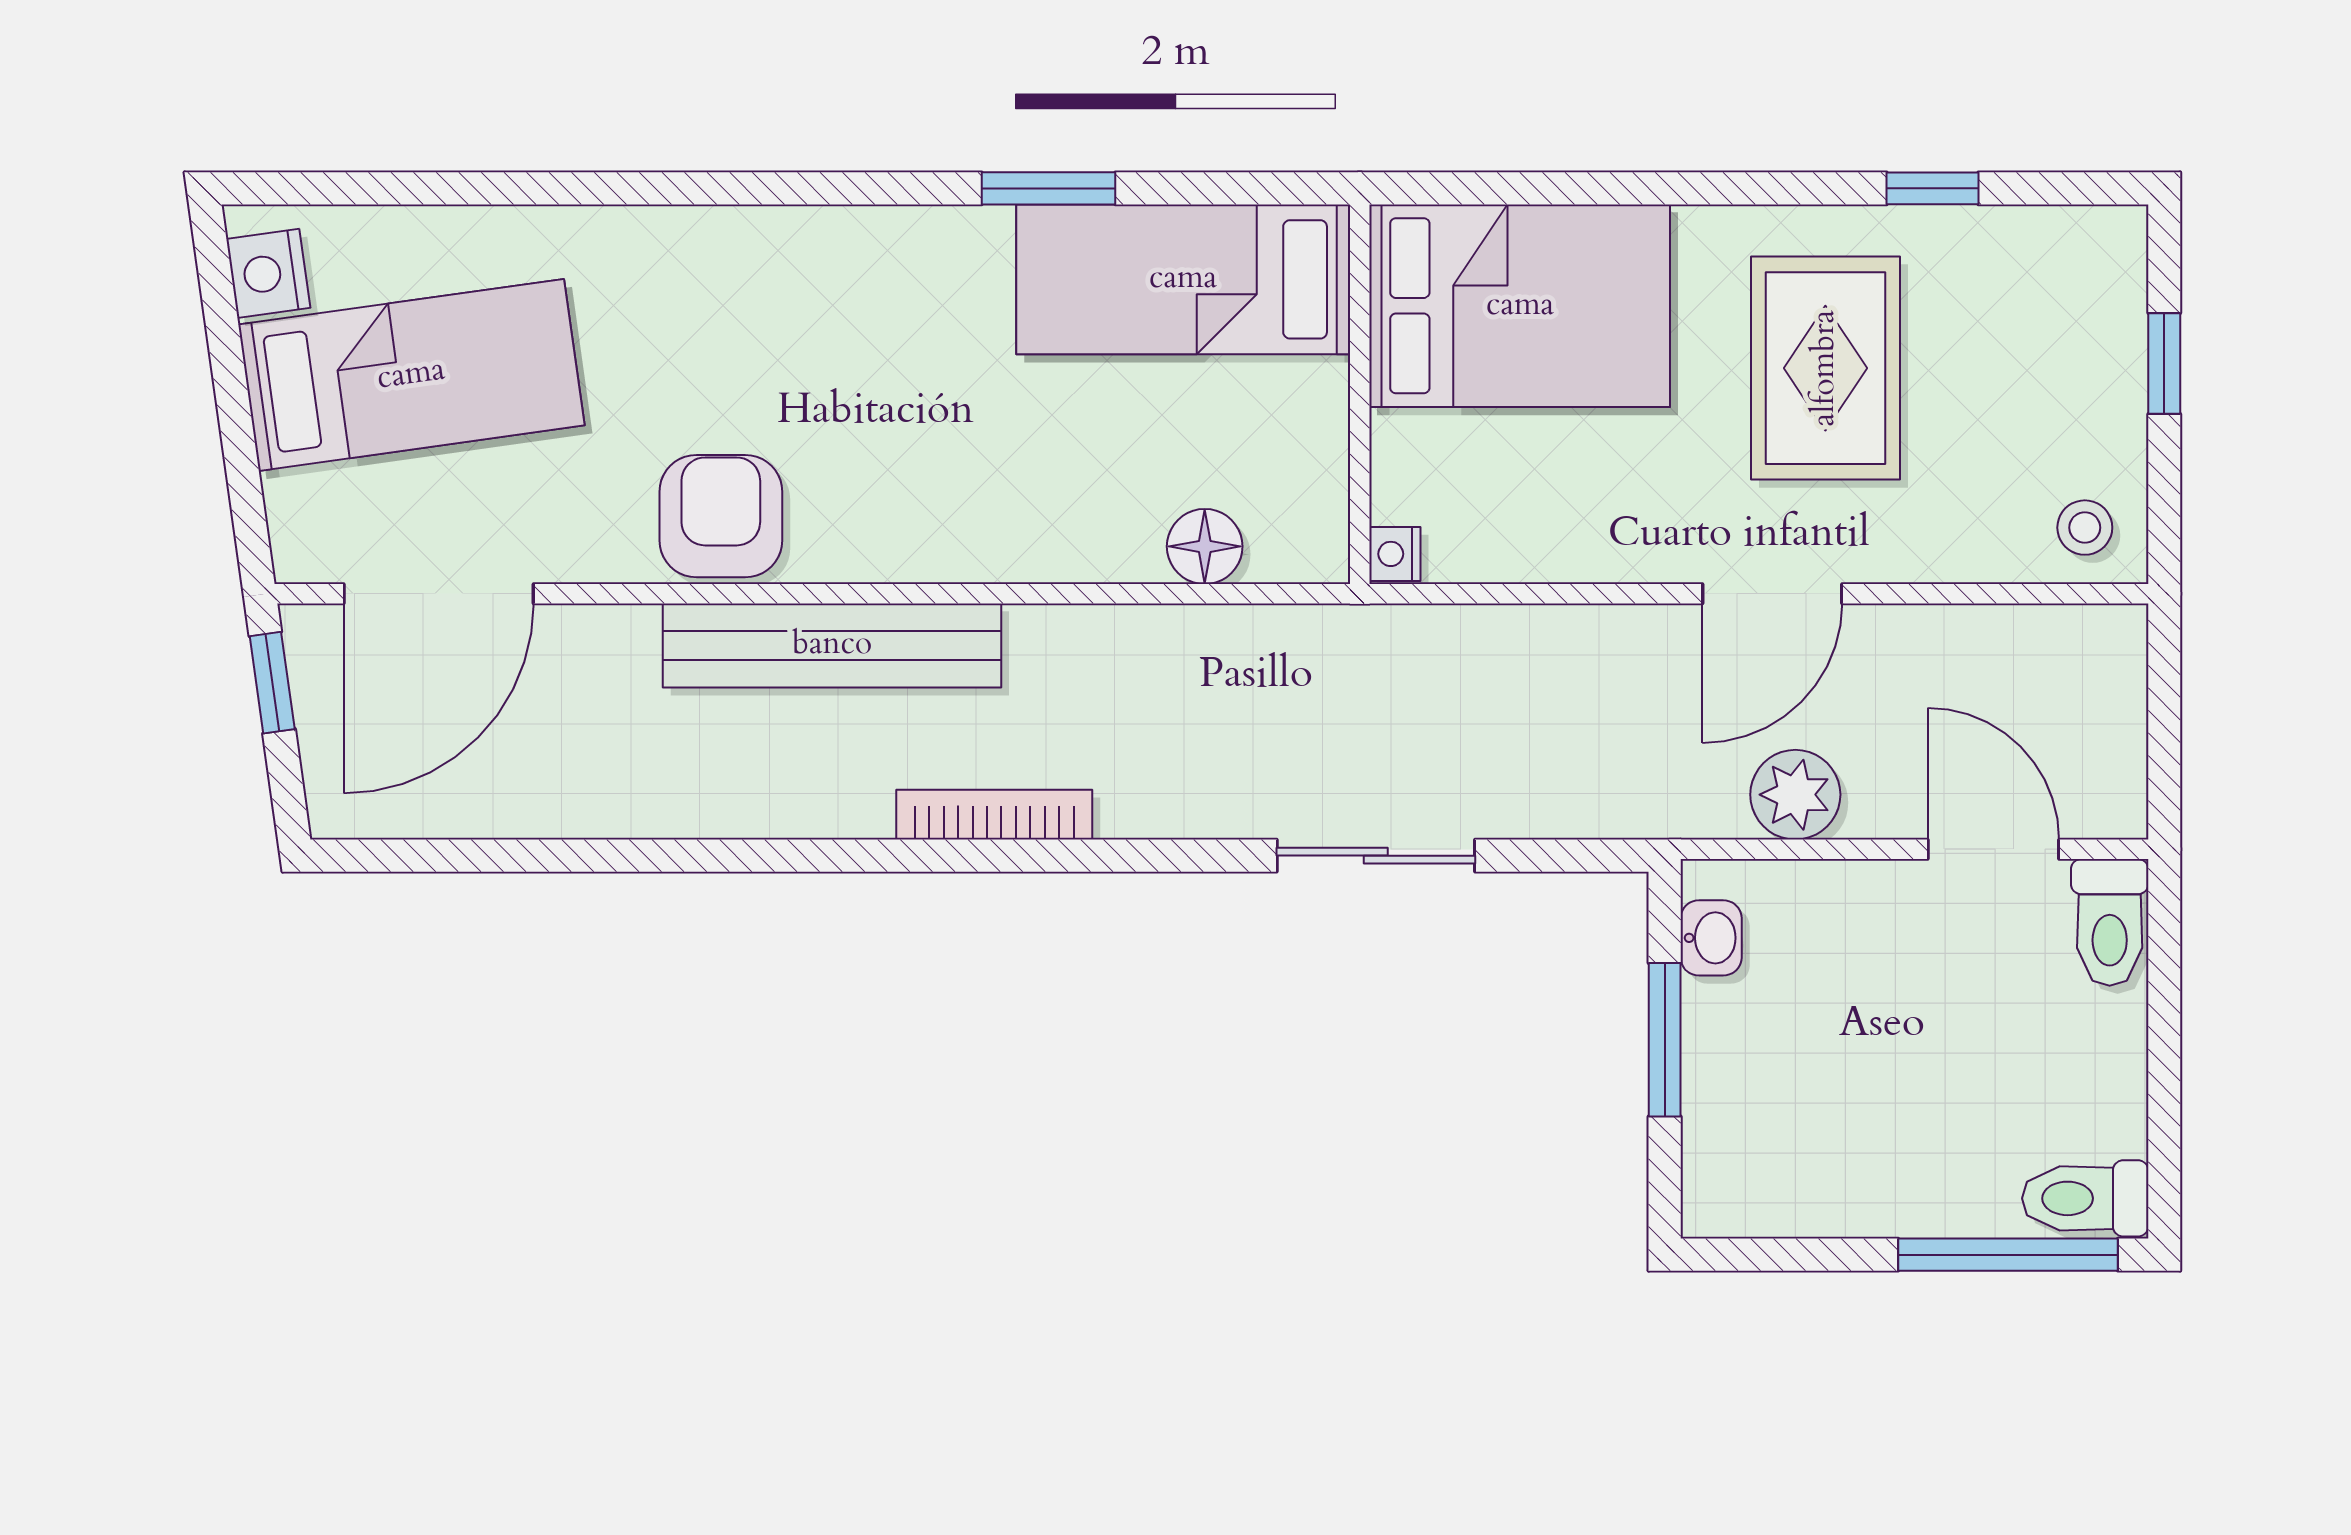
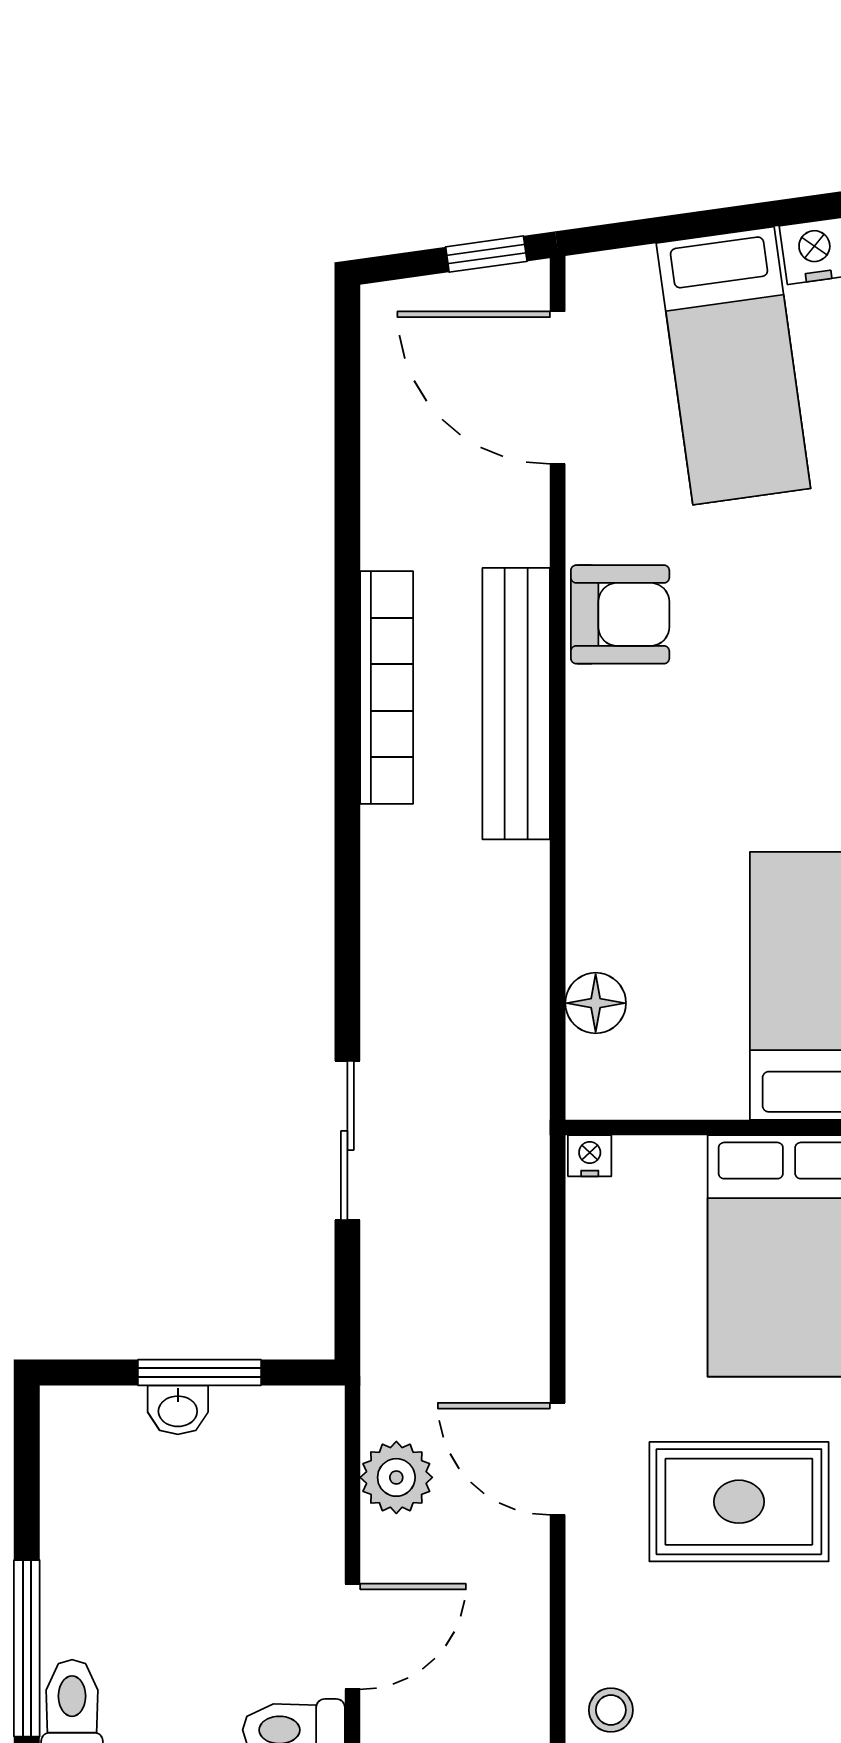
bookcase: (994, 815) -> (387, 687), moved, width x1.48, depth x1.31
washbasin: (1711, 938) -> (178, 1410), moved

